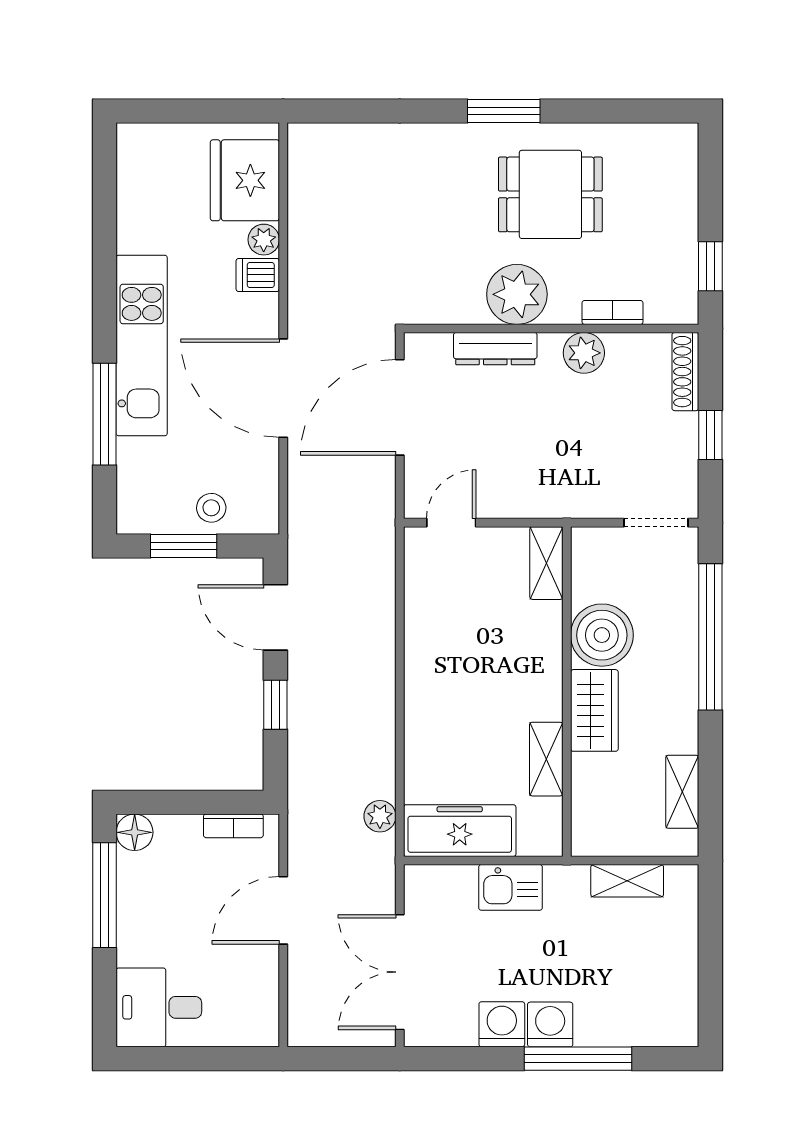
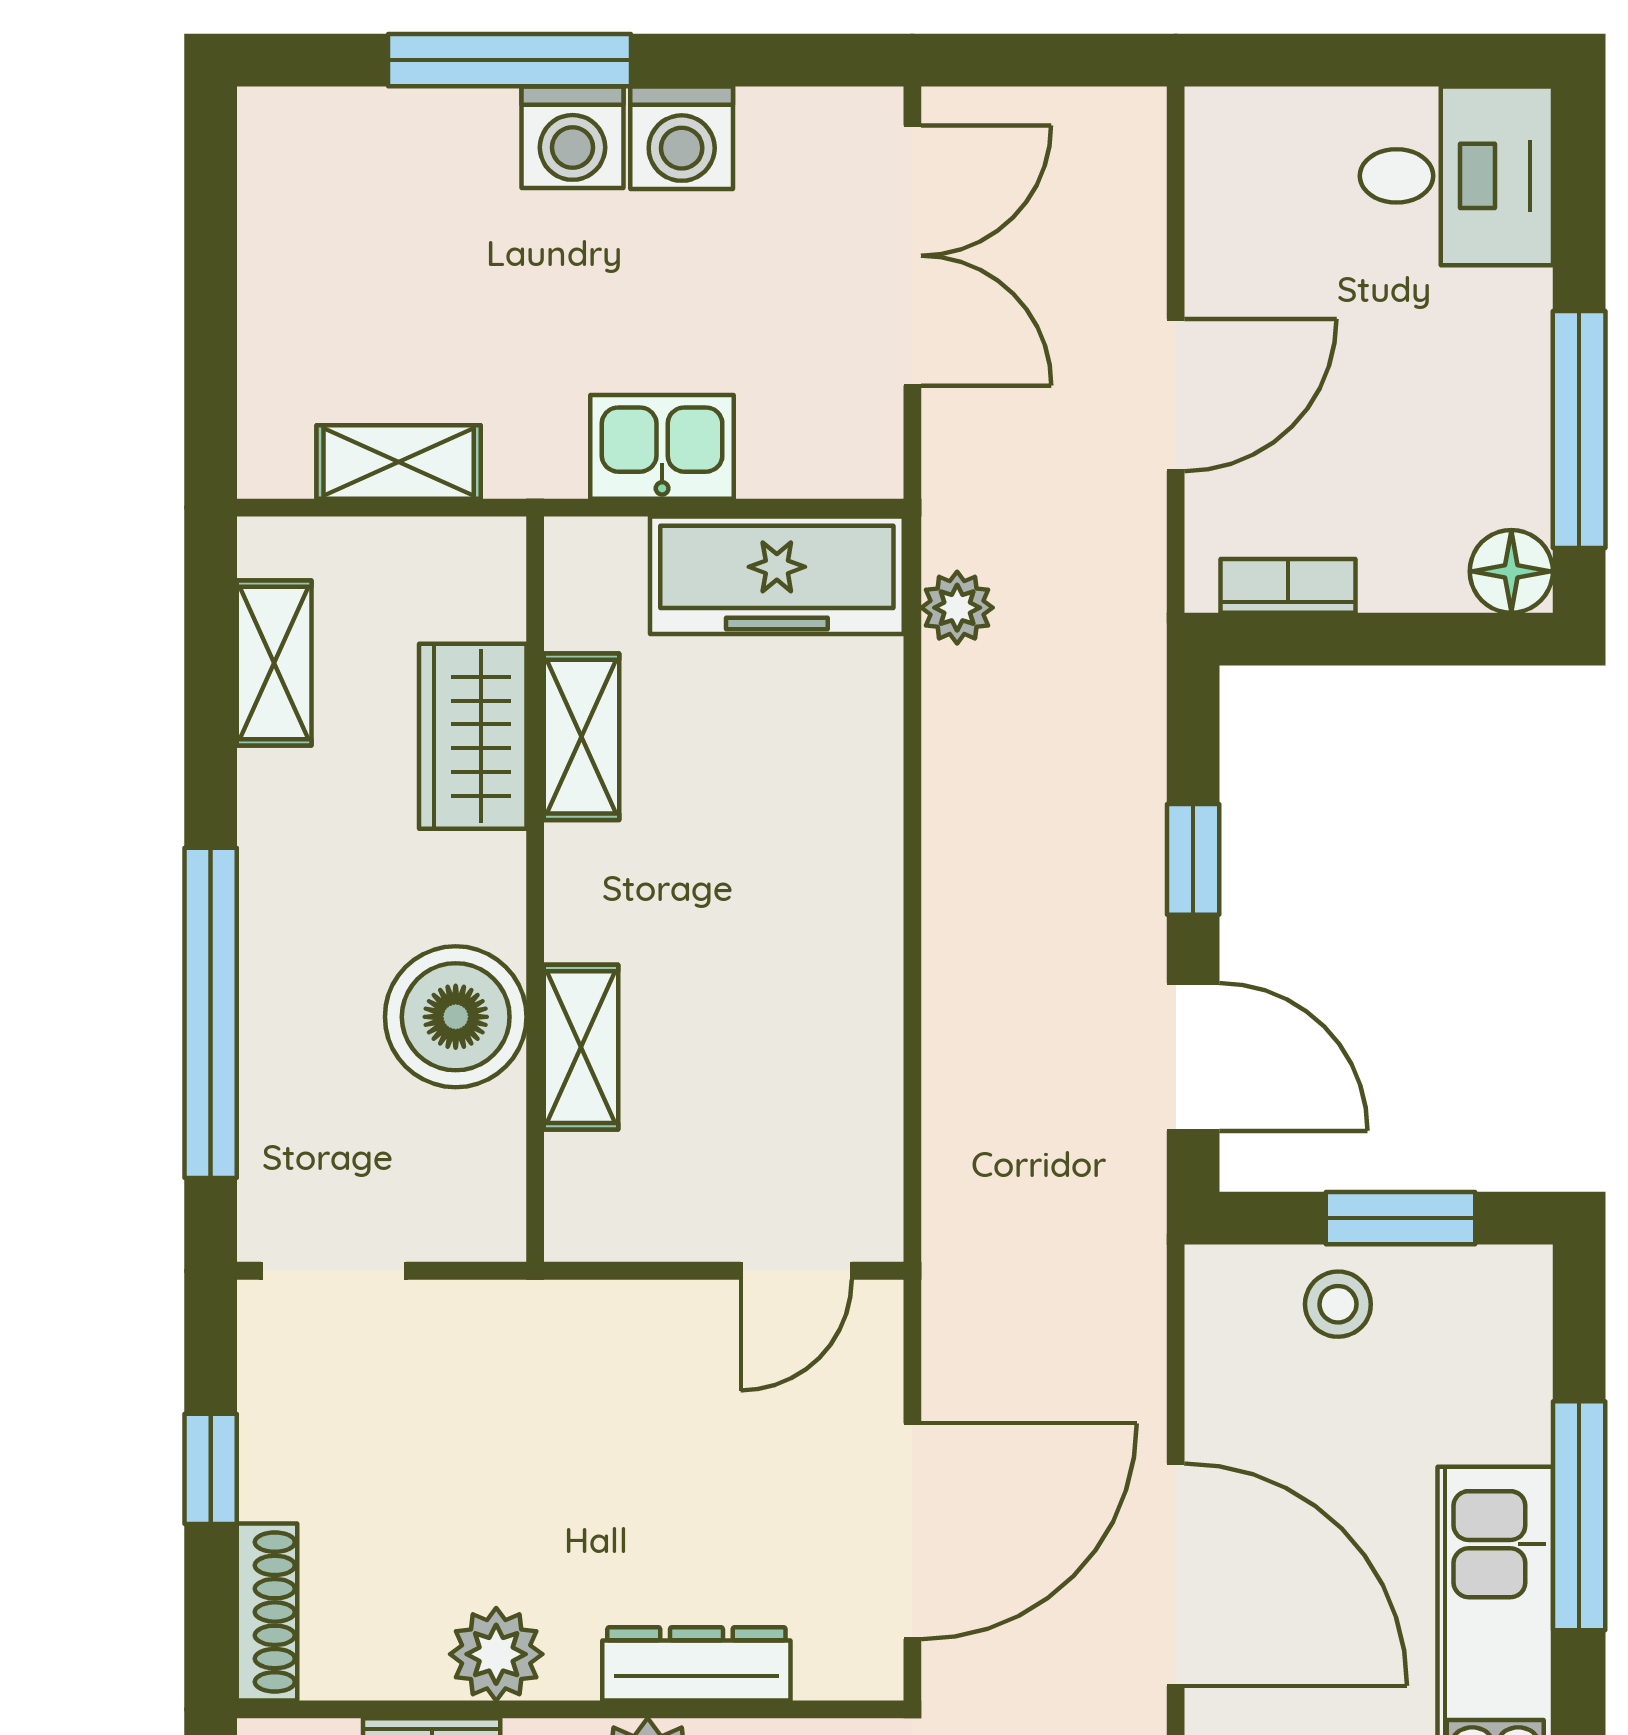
shelving: (546, 563) -> (581, 1047), moved
wardrobe: (594, 710) -> (473, 736), moved

